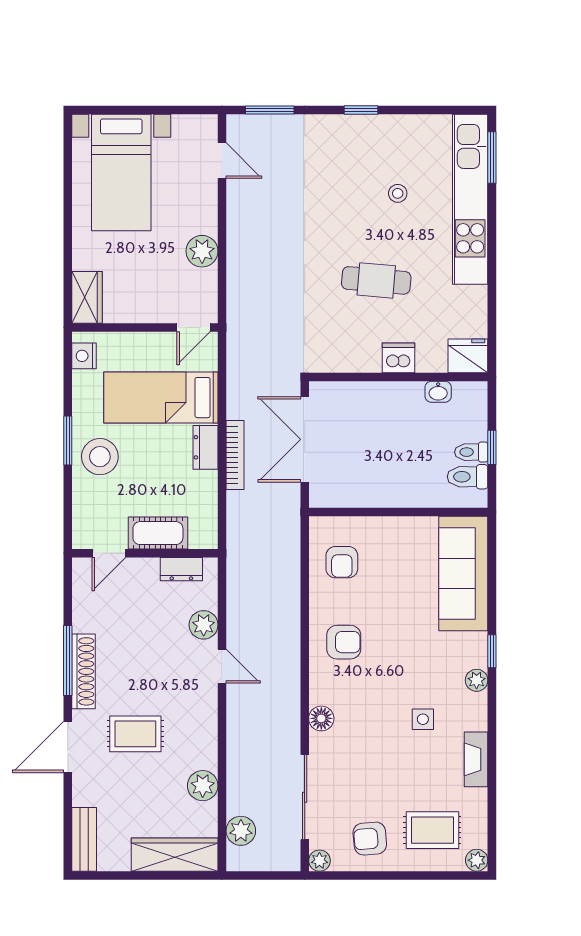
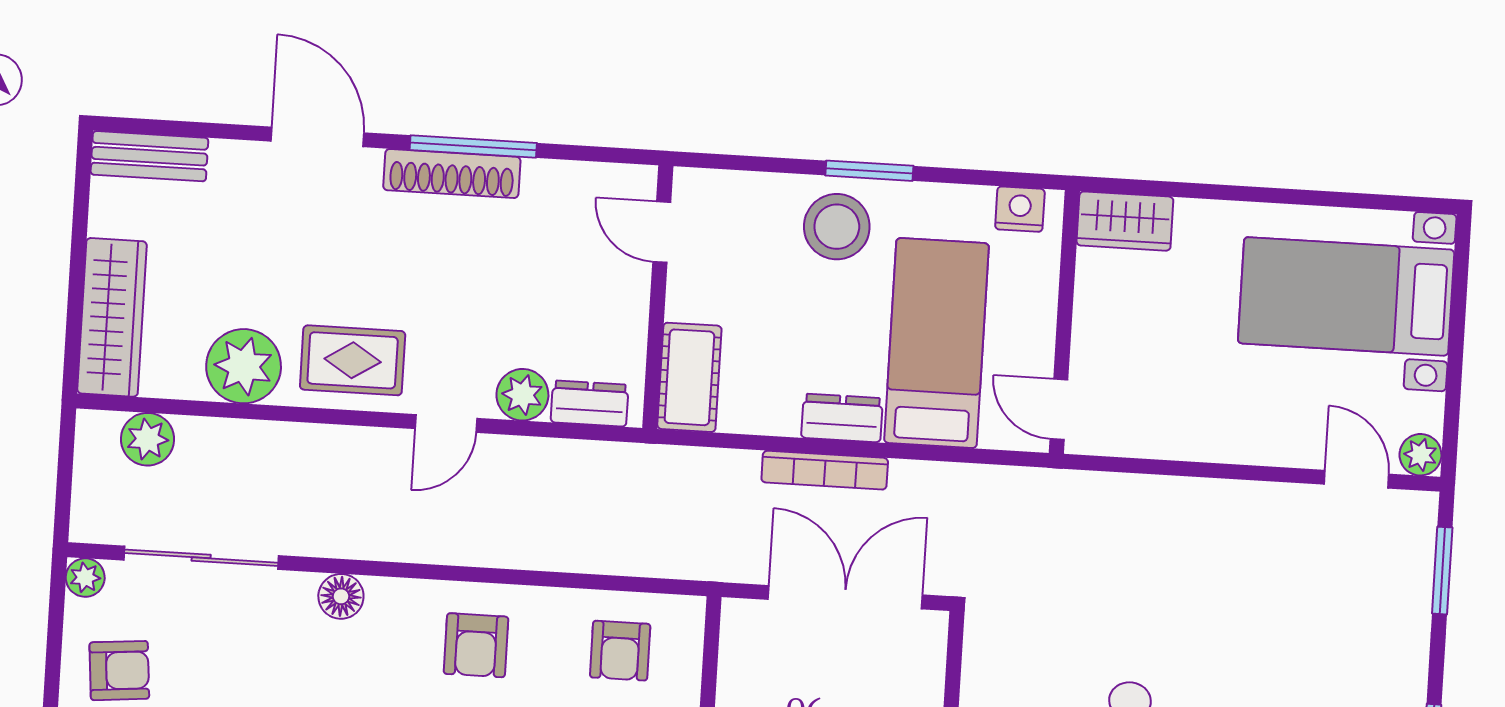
door: (222, 160) -> (1356, 479), swing flipped
plant: (202, 251) -> (1420, 455), moved, width x0.73, depth x0.73
cot: (158, 533) -> (689, 377), moved
armchair: (342, 562) -> (620, 651), turned -90
dresser: (181, 569) -> (590, 404), moved, turned 90
rug: (135, 734) -> (353, 360), moved, turned 90
plant: (203, 786) -> (244, 366), width x1.36, depth x1.36
armchair: (370, 839) -> (119, 671), turned 90

